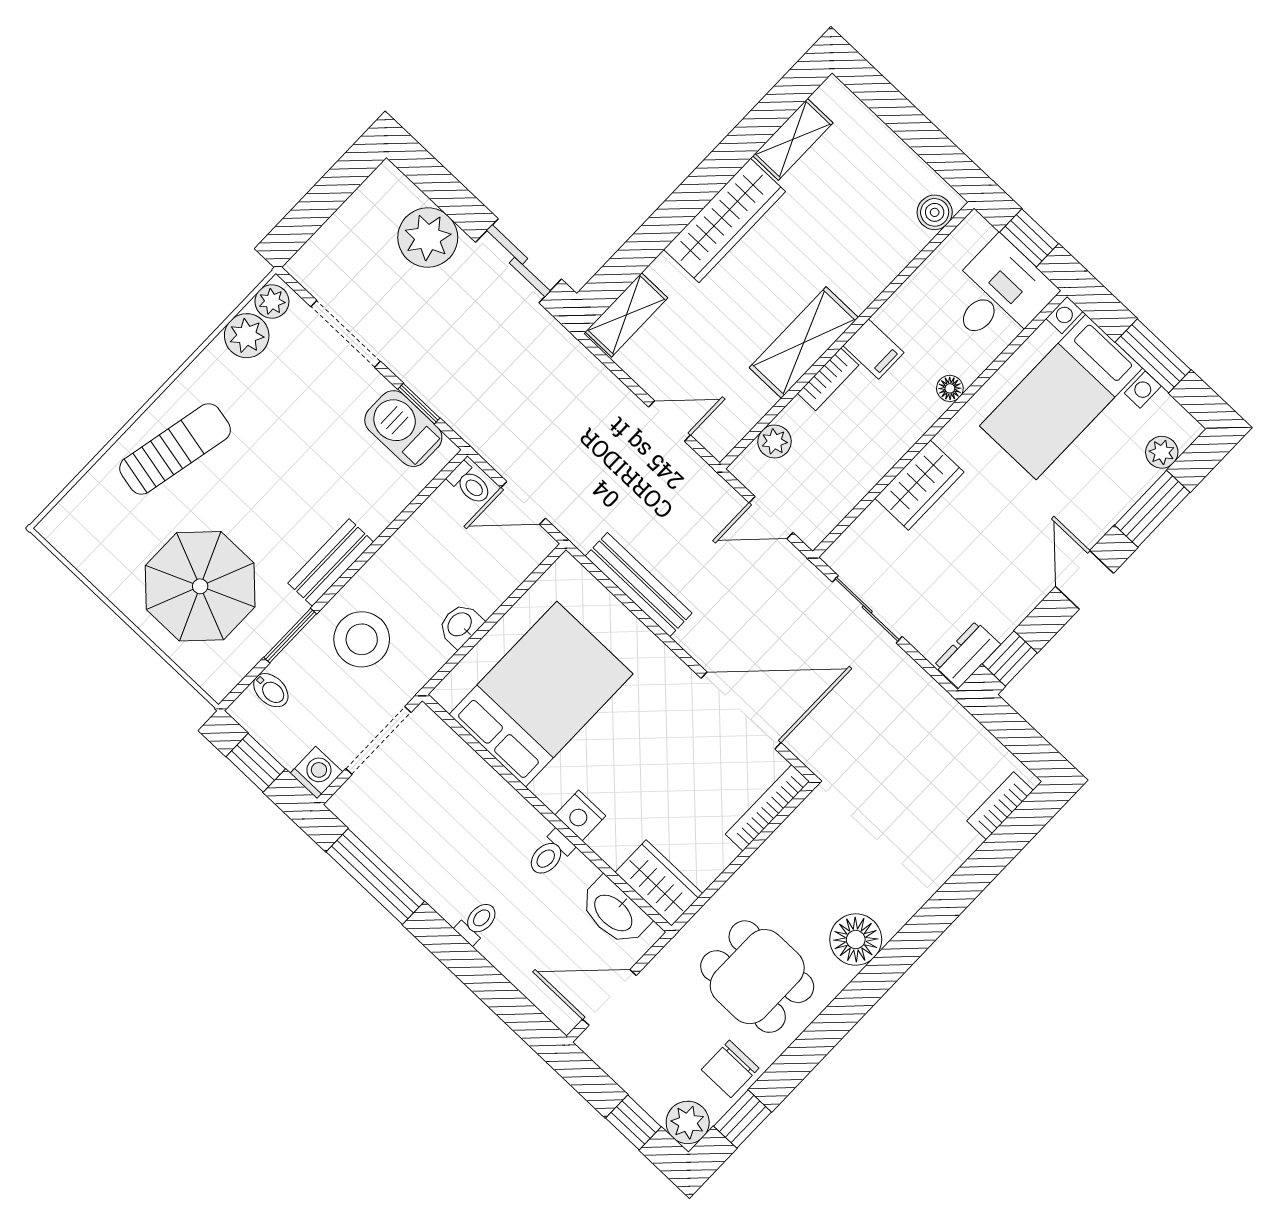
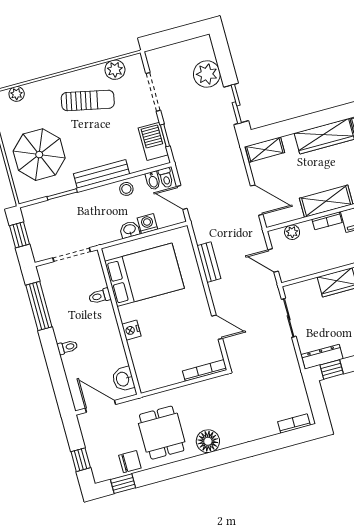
plant: (272, 301) -> (17, 94), moved
door: (670, 421) -> (257, 200), width x1.38
sun lounger: (175, 449) -> (88, 100), moved
bench: (331, 563) -> (102, 174), width x1.36
bench: (639, 585) -> (209, 262), width x0.73
stool: (362, 639) -> (126, 189), moved, width x0.53, depth x0.53
dresser: (967, 655) -> (322, 357), width x1.44
bidet: (271, 690) -> (153, 181), moved
door: (741, 710) -> (217, 327), width x0.53
washing machine: (316, 773) -> (147, 224), moved, turned -90
toilet: (550, 854) -> (100, 296), moved
wardrobe: (659, 883) -> (146, 374), removed
washbasin: (614, 912) -> (123, 379), width x0.72
chair: (730, 1069) -> (130, 462), turned 180
plant: (688, 1122) -> (101, 472), removed

